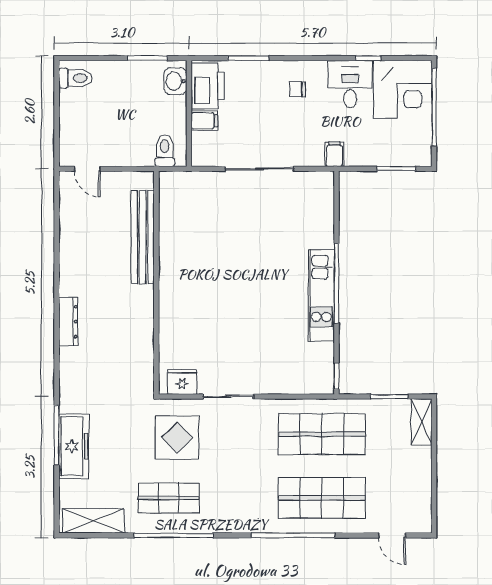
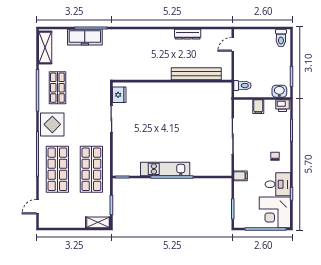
printer: (208, 86) -> (282, 106), width x0.53, depth x0.68
dresser: (68, 322) -> (188, 34), moved
display table: (177, 437) -> (52, 124), moved

